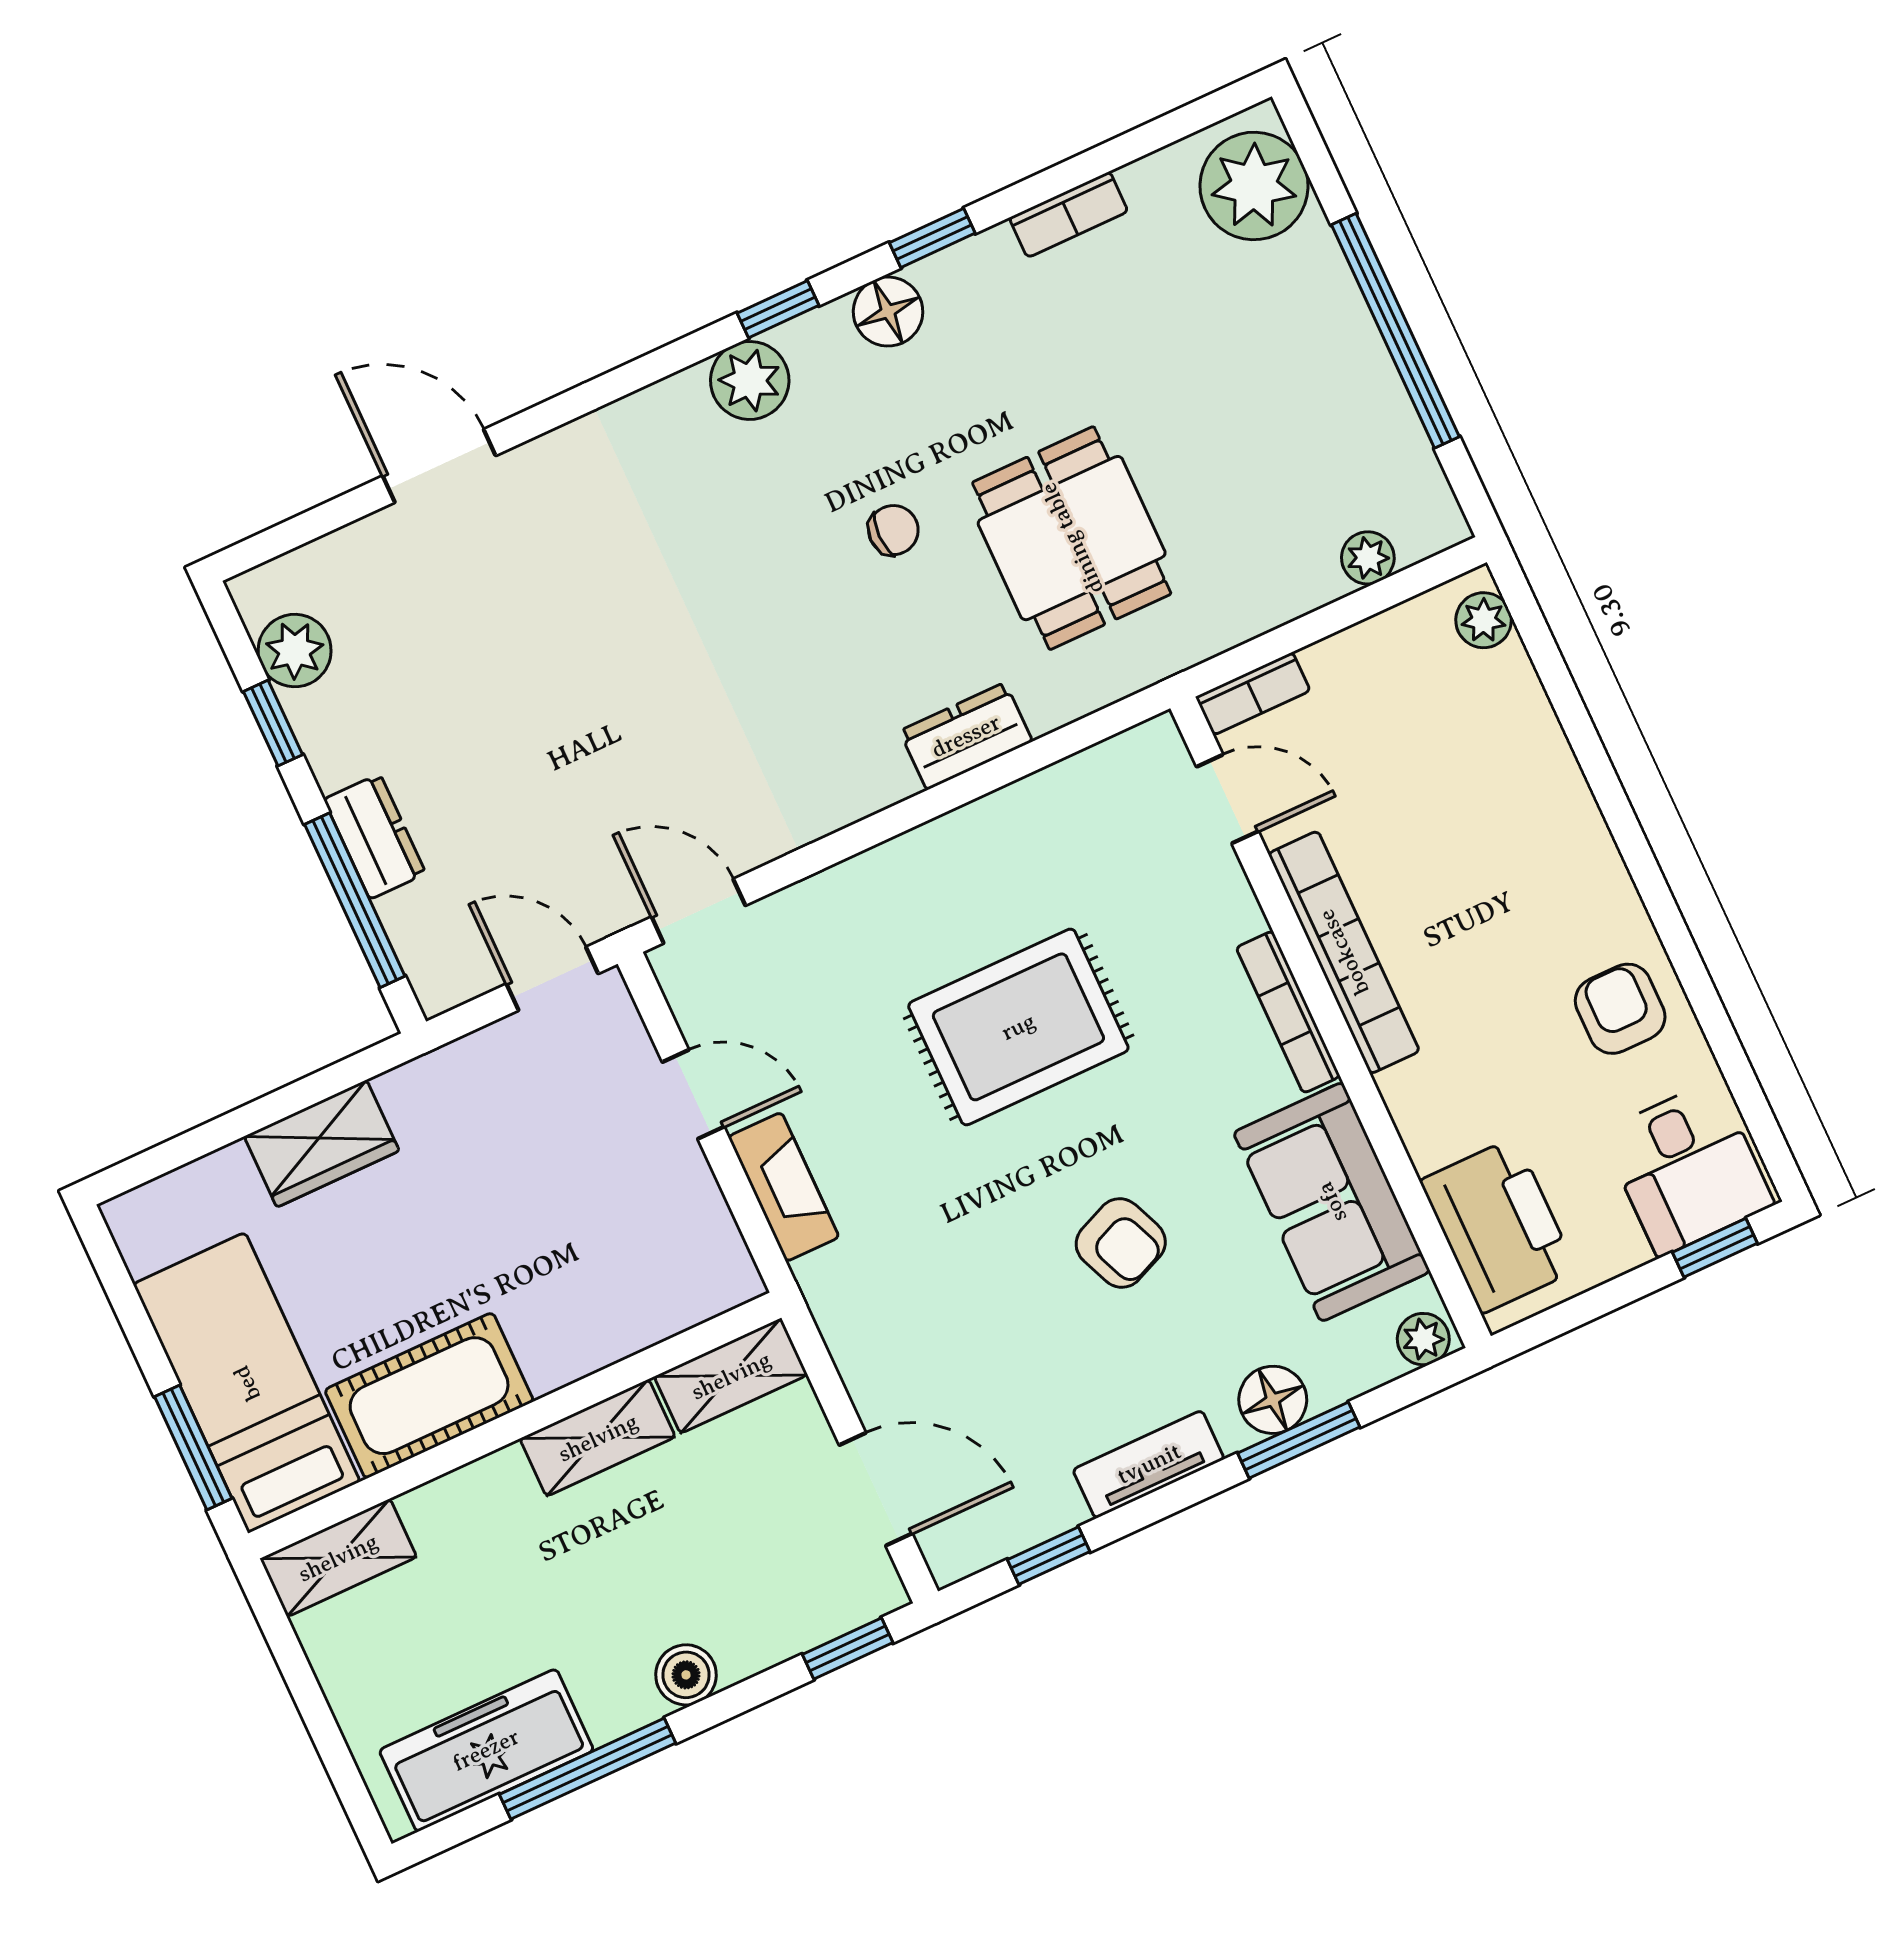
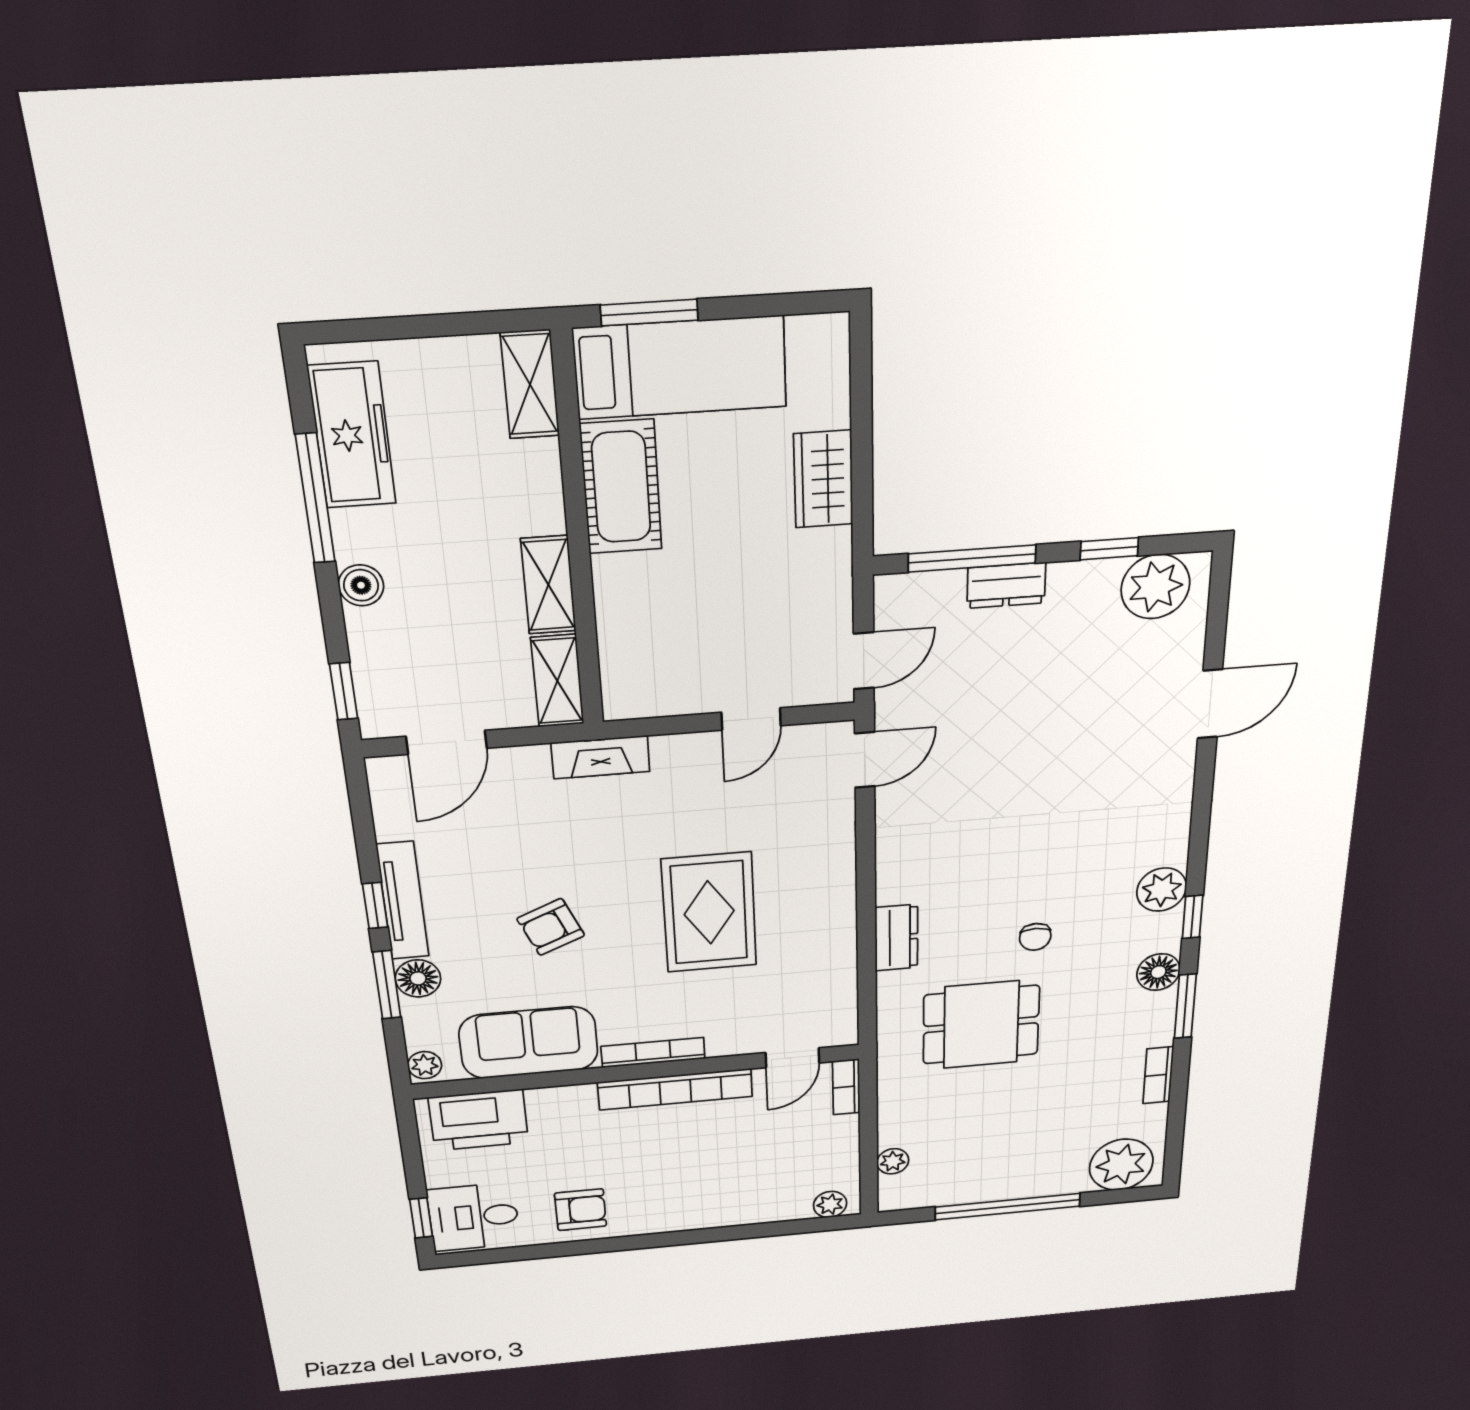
window: (932, 238) -> (1185, 1006), width x1.50
plant: (295, 651) -> (1155, 587), width x1.36, depth x1.36
fireplace: (784, 1187) -> (600, 757), moved
tv unit: (1149, 1464) -> (403, 901), width x1.41
window: (1049, 1556) -> (375, 905), moved

